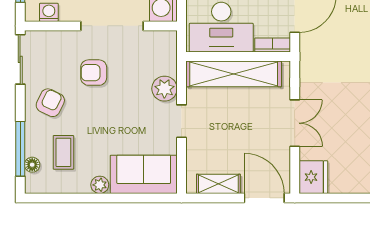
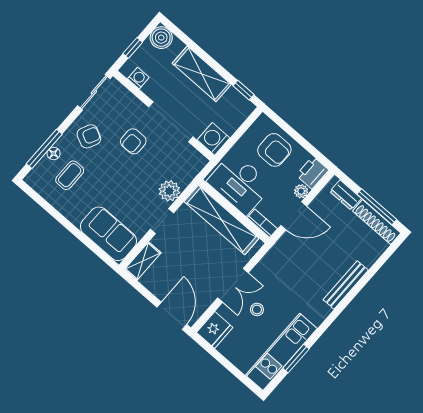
armchair: (94, 73) -> (133, 141), turned -90
stool: (335, 126) -> (257, 309), added
floor lamp: (32, 165) -> (54, 154), moved
shelving: (218, 184) -> (143, 261), moved, turned 90
plant: (100, 185) -> (75, 216), removed

